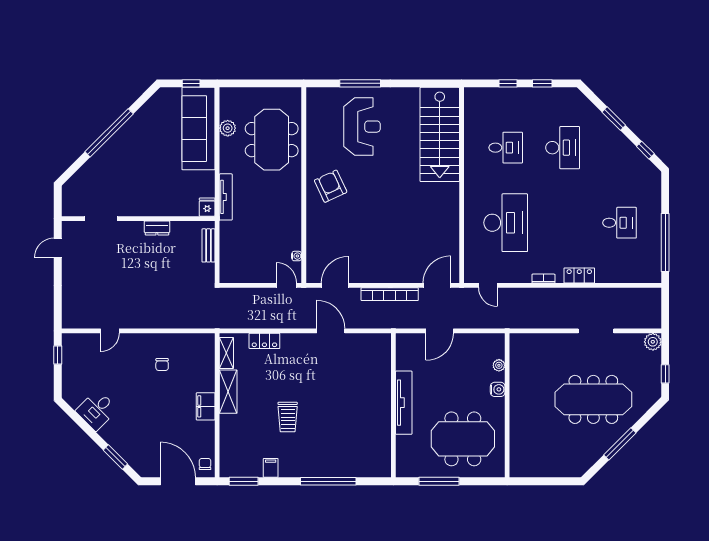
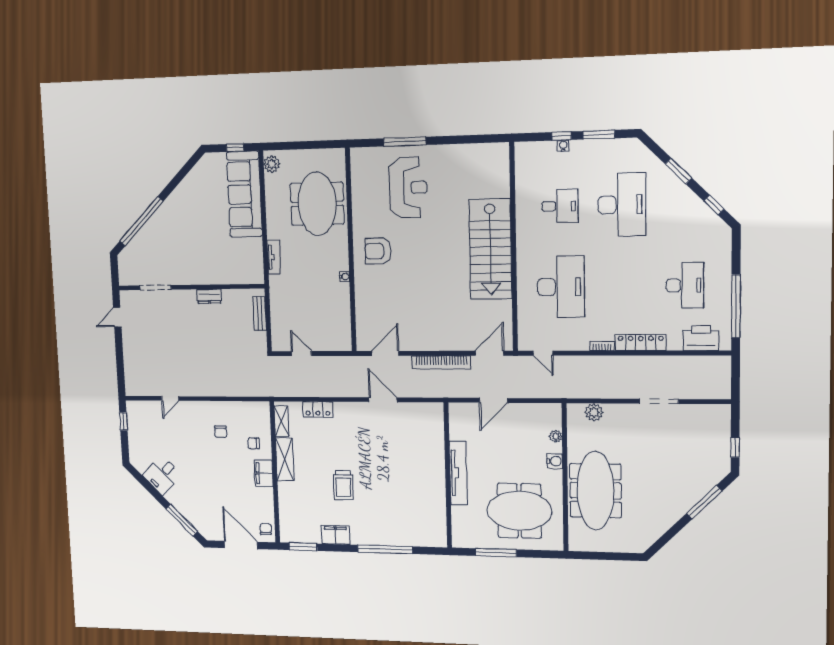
window: (542, 83) -> (599, 135), width x1.50
water cooler: (509, 92) -> (563, 146), added
plant: (228, 128) -> (272, 164), moved
window: (109, 133) -> (141, 221), moved
stairs: (440, 134) -> (490, 249), moved
desk: (563, 148) -> (622, 205), width x1.36, depth x1.30
armchair: (331, 186) -> (378, 251), turned -65
tv unit: (226, 197) -> (274, 257), width x0.71
fridge: (207, 207) -> (256, 275), removed
desk: (620, 223) -> (685, 285), width x1.37
water cooler: (297, 256) -> (345, 277), moved
printer: (634, 272) -> (701, 338), added
locker: (579, 275) -> (641, 342), width x1.53
door: (286, 285) -> (301, 354), moved
plant: (653, 342) -> (594, 412), moved
chair: (196, 376) -> (253, 443), added
meeting table: (593, 399) -> (595, 491), moved, turned 90
window: (620, 444) -> (704, 502), moved
window: (115, 457) -> (182, 520), width x1.44
filing cabinet: (271, 468) -> (336, 535), width x2.00

